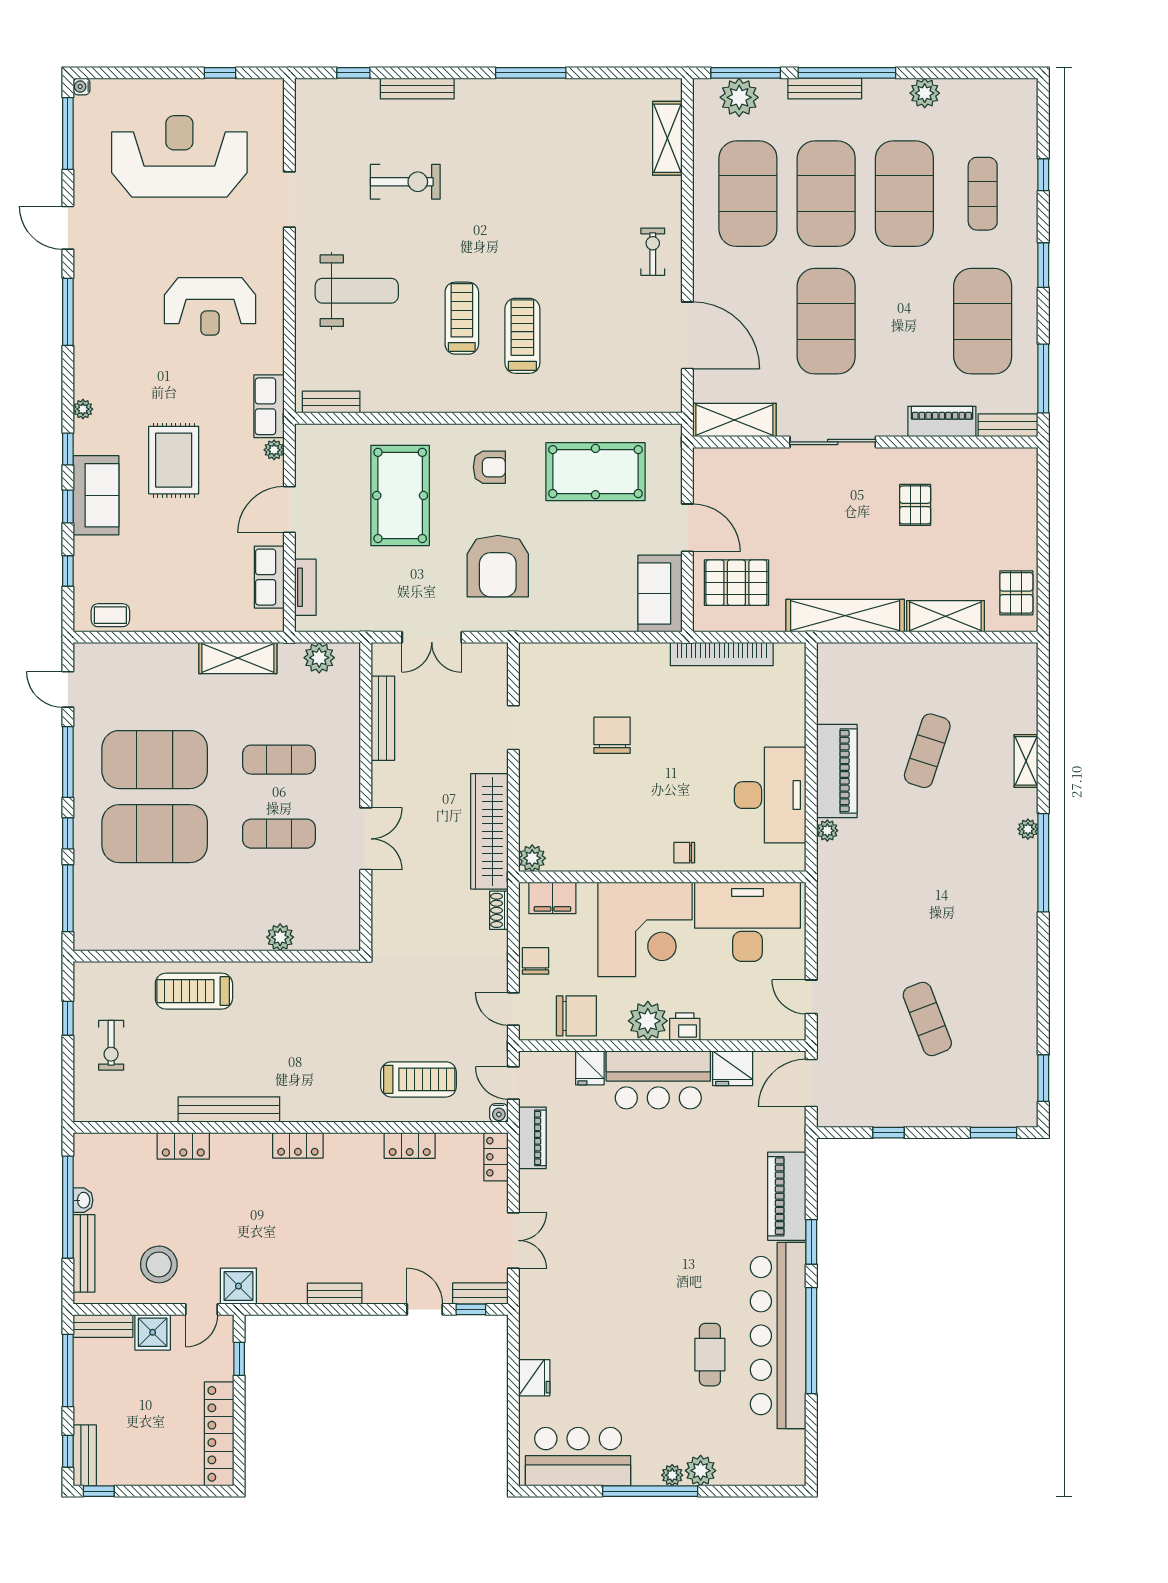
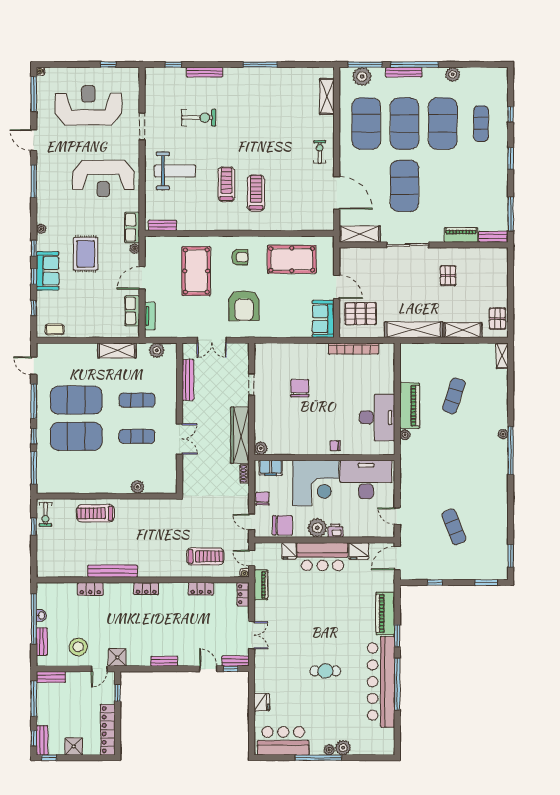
reception desk: (210, 306) -> (103, 179), width x1.36, depth x1.30
exercise mat: (983, 321) -> (481, 186), removed
shelving: (1026, 761) -> (502, 356), moved
exercise bike: (111, 1045) -> (45, 514), moved
bench: (84, 1253) -> (42, 641), width x0.73
shower: (153, 1332) -> (74, 746), moved
cafe table: (710, 1355) -> (325, 671), moved, turned 90

